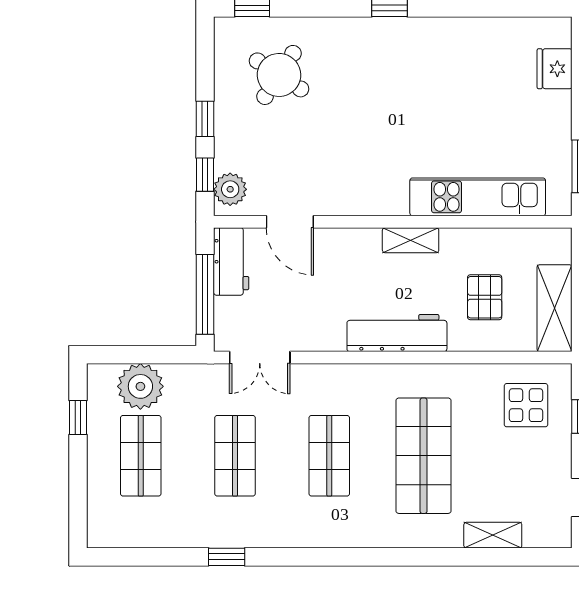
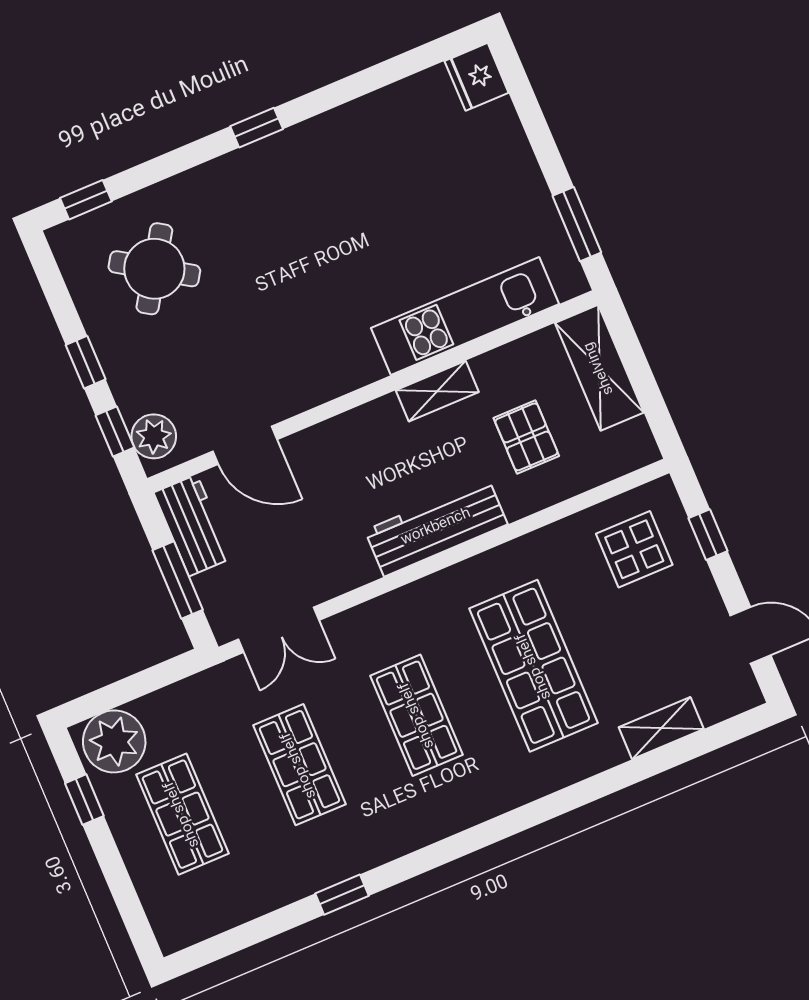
fridge: (555, 69) -> (477, 77), moved
shelving: (411, 240) -> (437, 391), moved
window: (205, 294) -> (178, 580), width x0.69
shelving: (555, 308) -> (599, 368), moved
plant: (140, 386) -> (114, 741), moved

